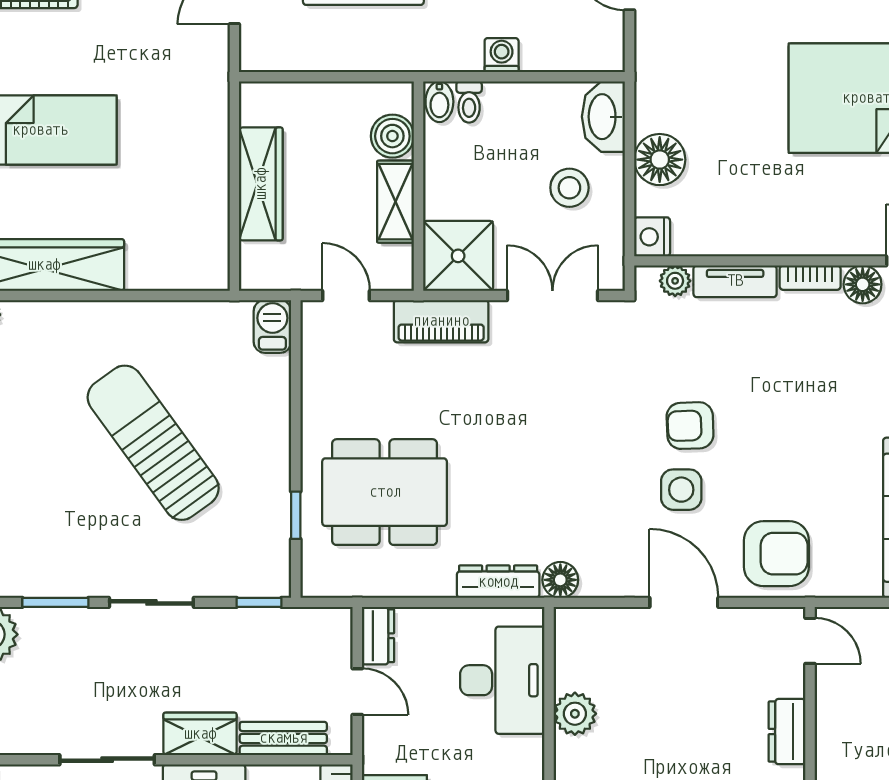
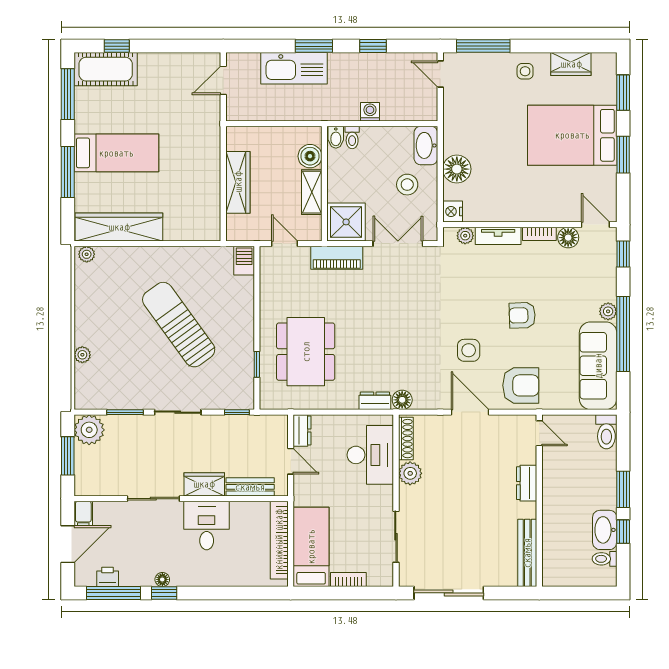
armchair: (690, 426) -> (522, 315), moved
dining table: (385, 492) -> (306, 352), turned 90
dresser: (498, 582) -> (375, 401), width x0.70
shoe rack: (567, 650) -> (406, 439), added

